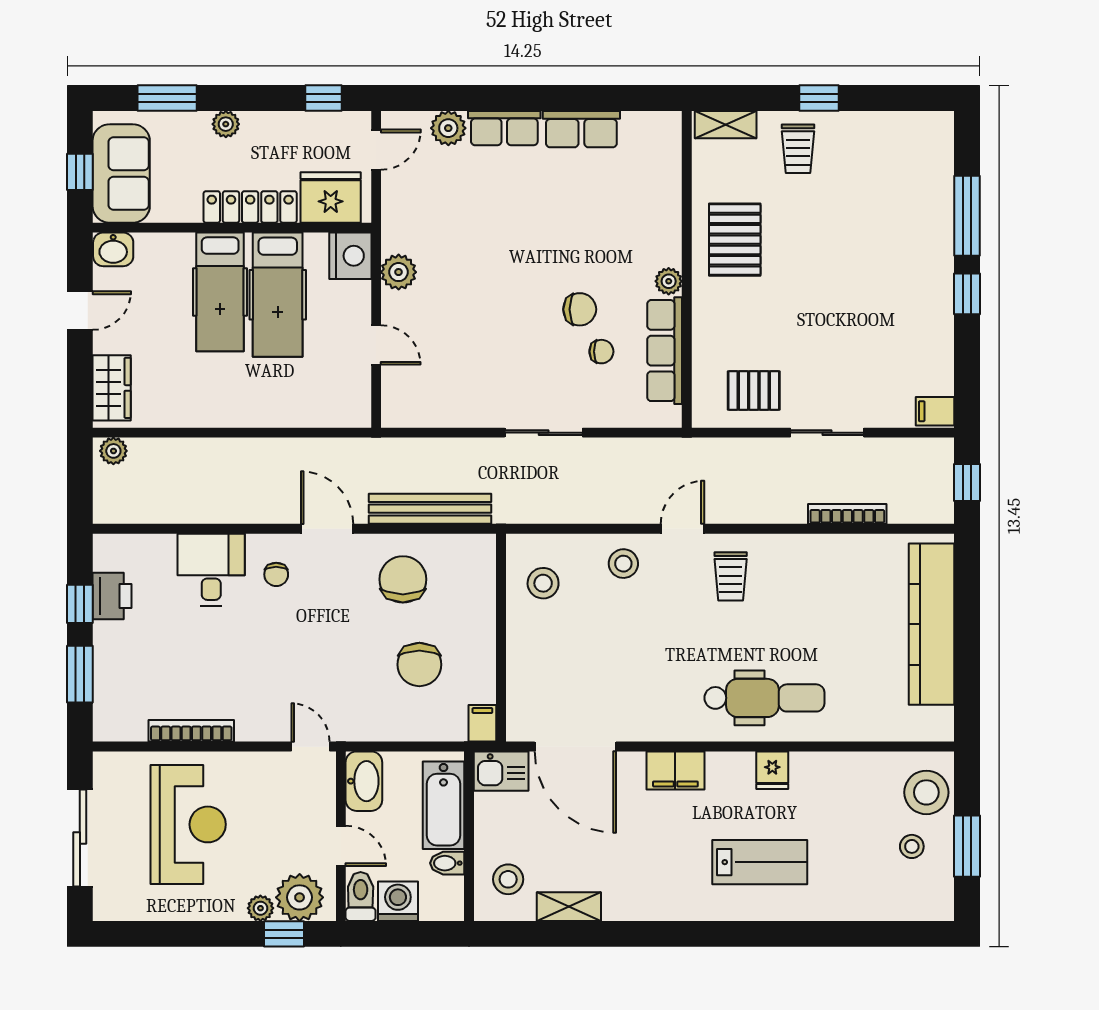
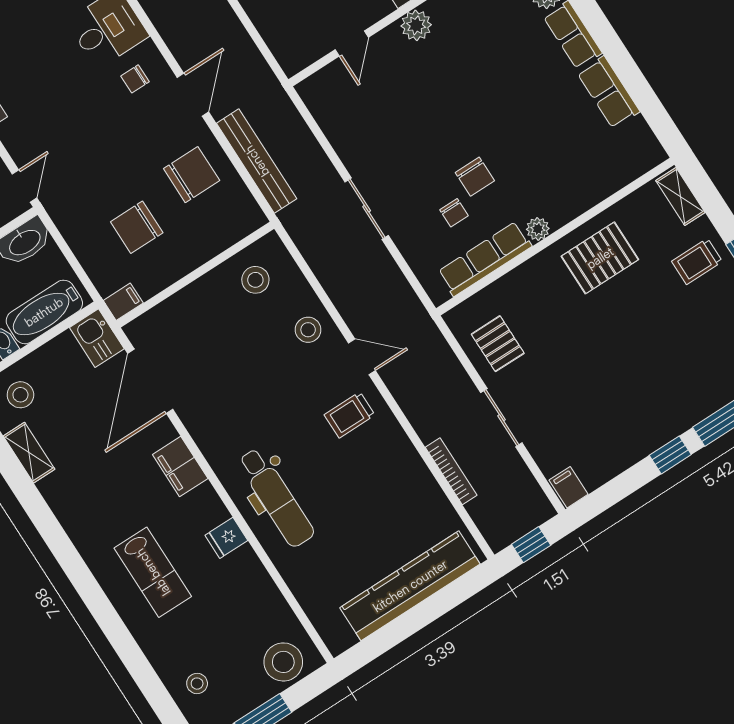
stool: (912, 846) -> (197, 684), moved

